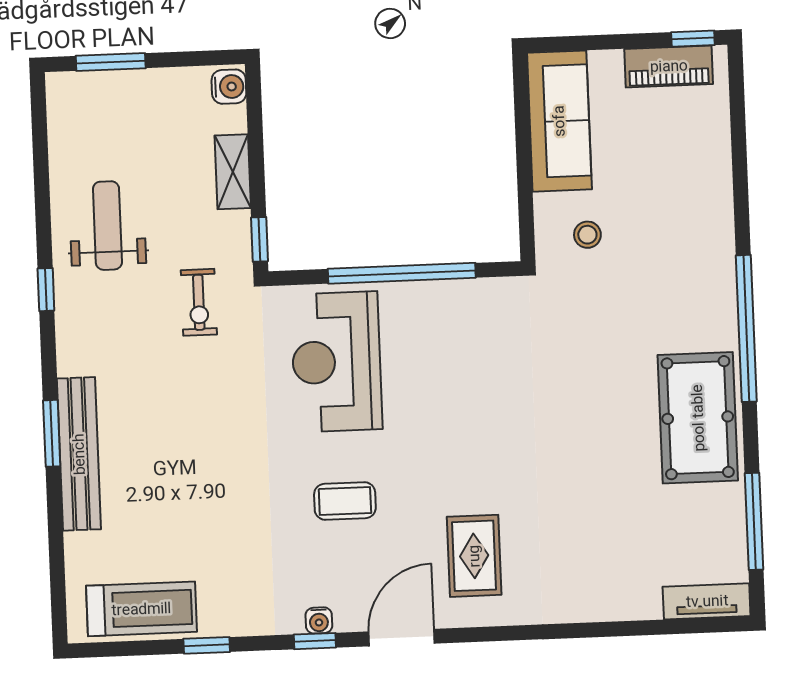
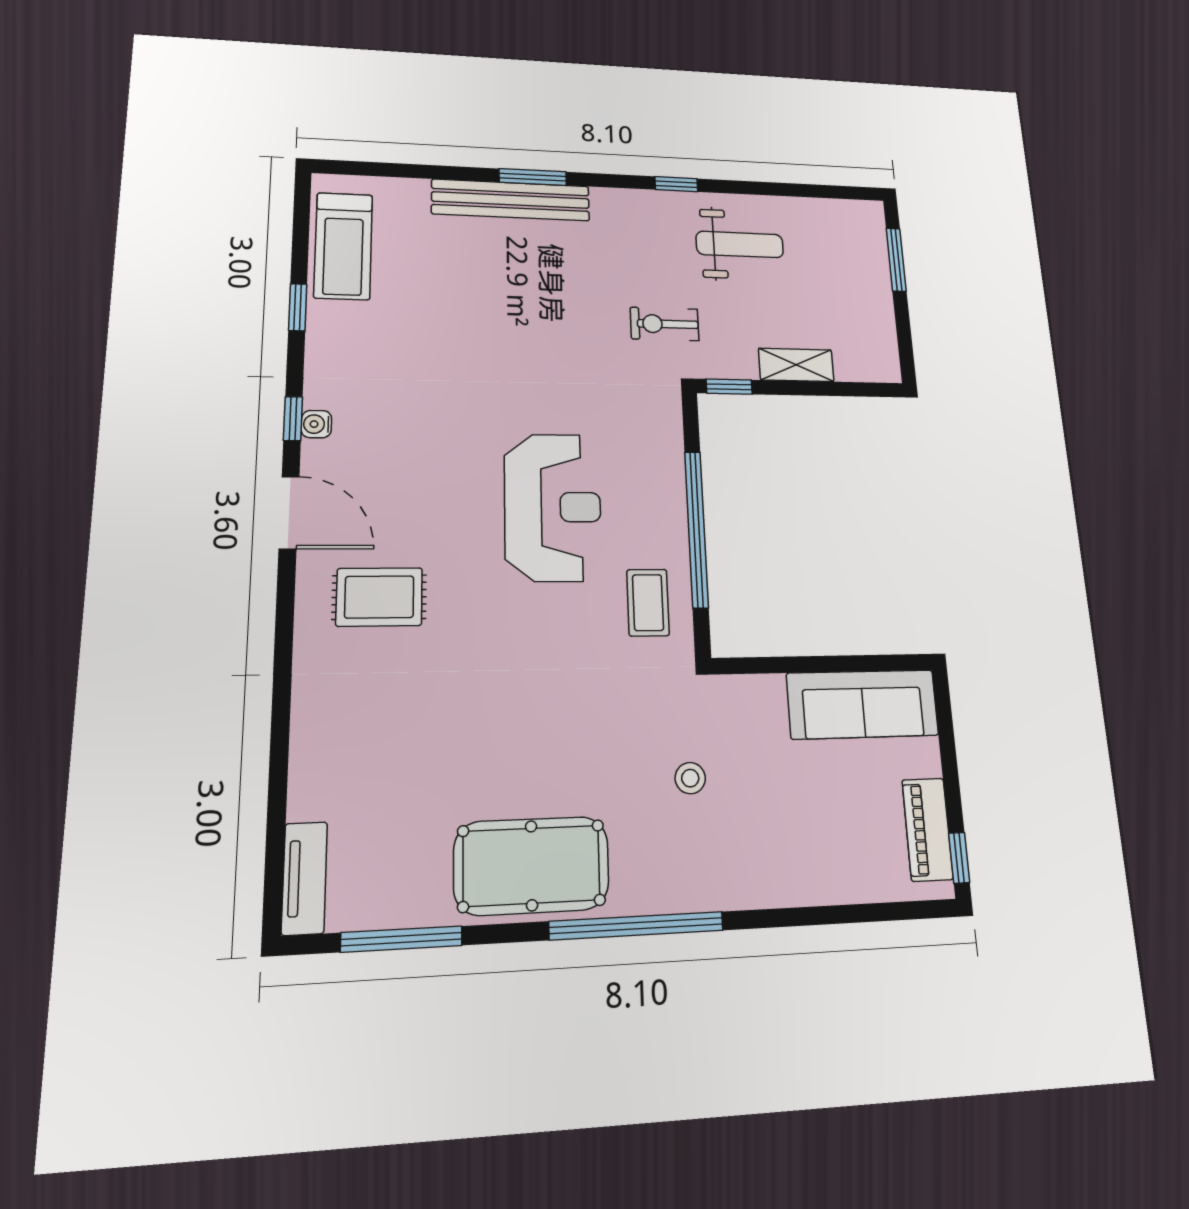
water cooler: (229, 87) -> (879, 367), removed
stool: (587, 235) -> (690, 778), moved
reception desk: (337, 362) -> (553, 507), moved, turned 90
coffee table: (345, 501) -> (648, 603), moved

